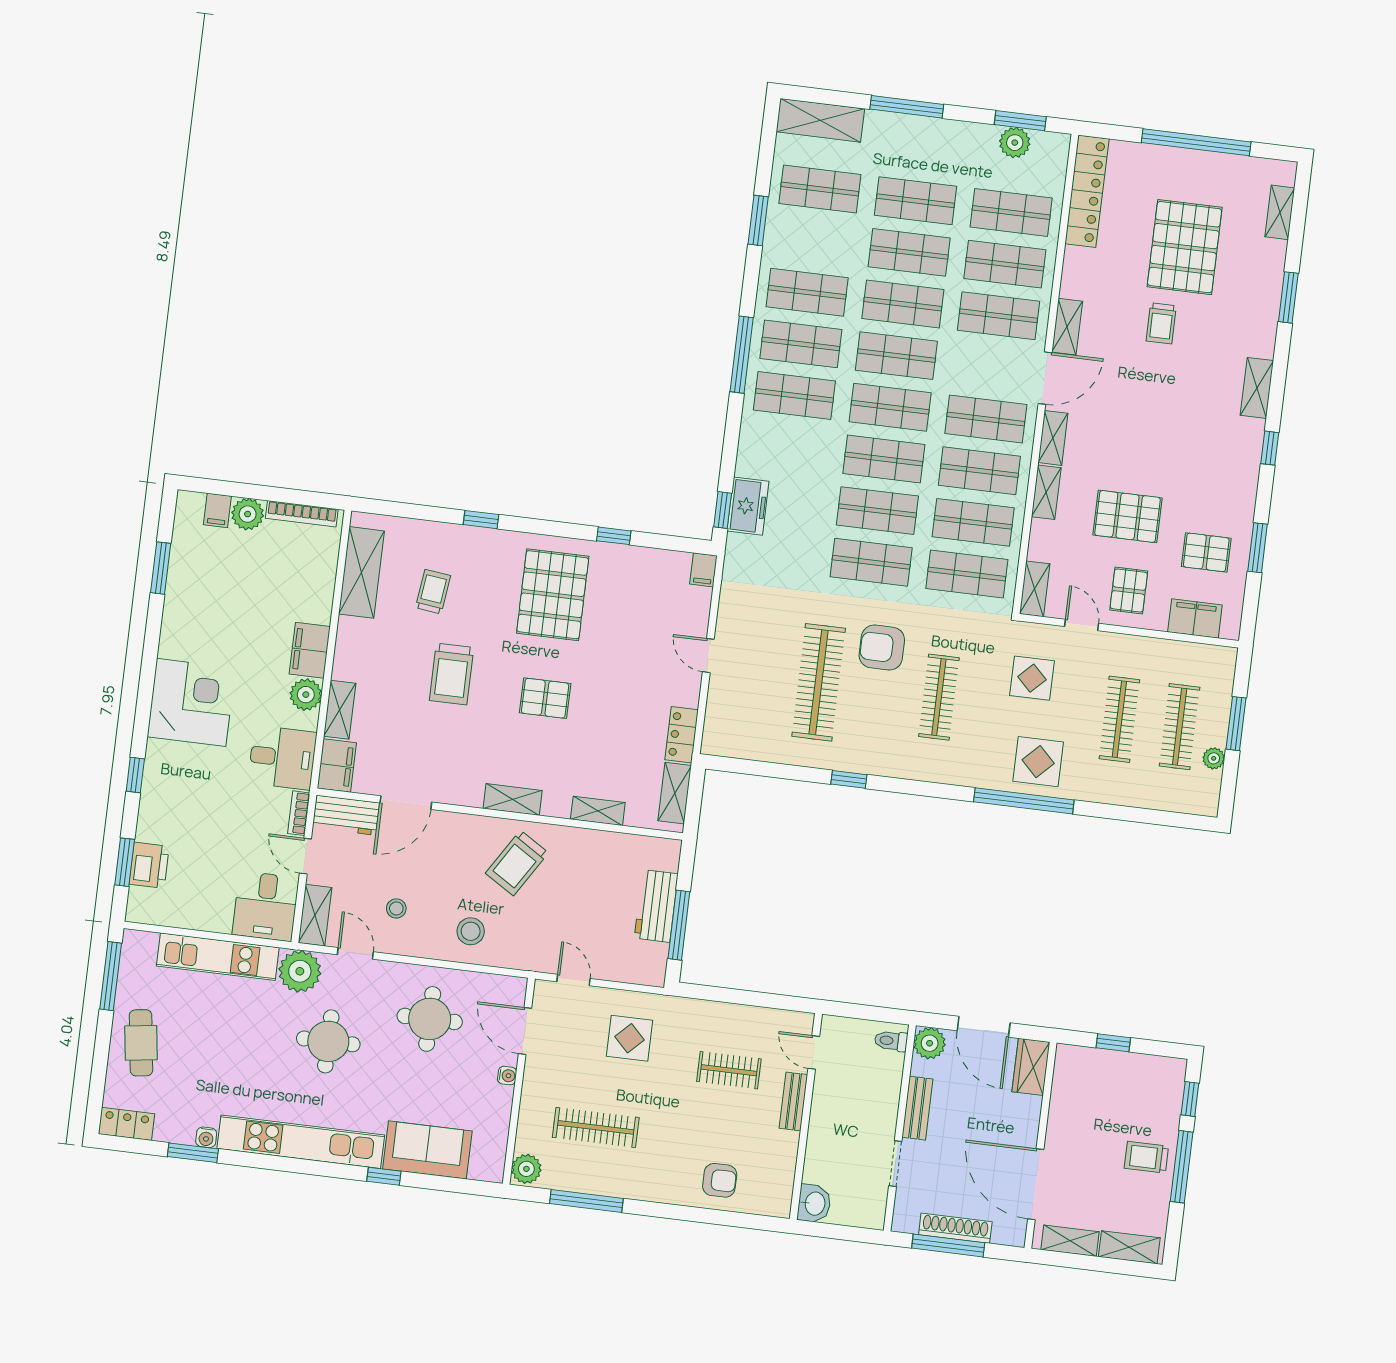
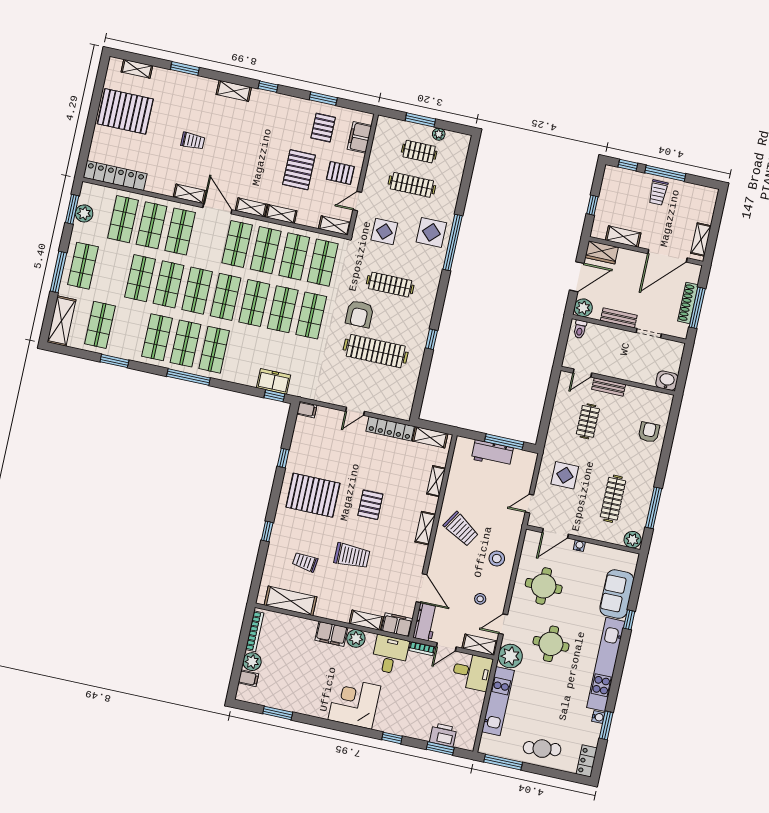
window: (1196, 142) -> (93, 112), removed
shop shelf: (915, 201) -> (83, 266), moved
pallet: (1185, 247) -> (125, 111), moved
clothes rail: (1180, 727) -> (419, 152), width x0.73
locker: (682, 735) -> (390, 429), width x1.53
shelving: (1129, 1247) -> (623, 237), moved, turned 90

